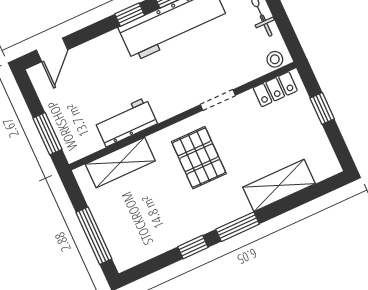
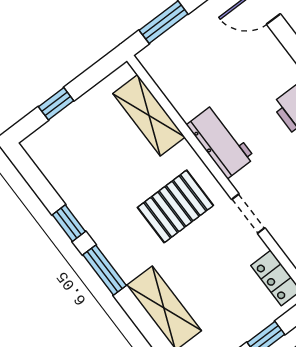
workbench: (126, 122) -> (221, 141), moved
window: (94, 236) -> (56, 104), width x0.46

